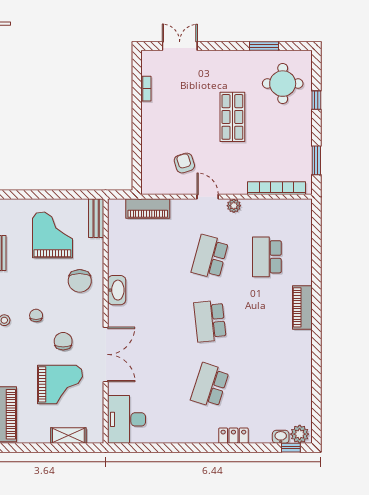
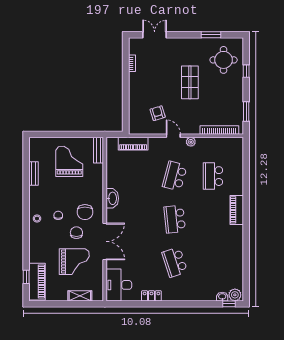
chair: (80, 281) -> (85, 212), moved
school desk: (210, 385) -> (175, 262), turned -36
locker: (233, 436) -> (151, 296), moved

